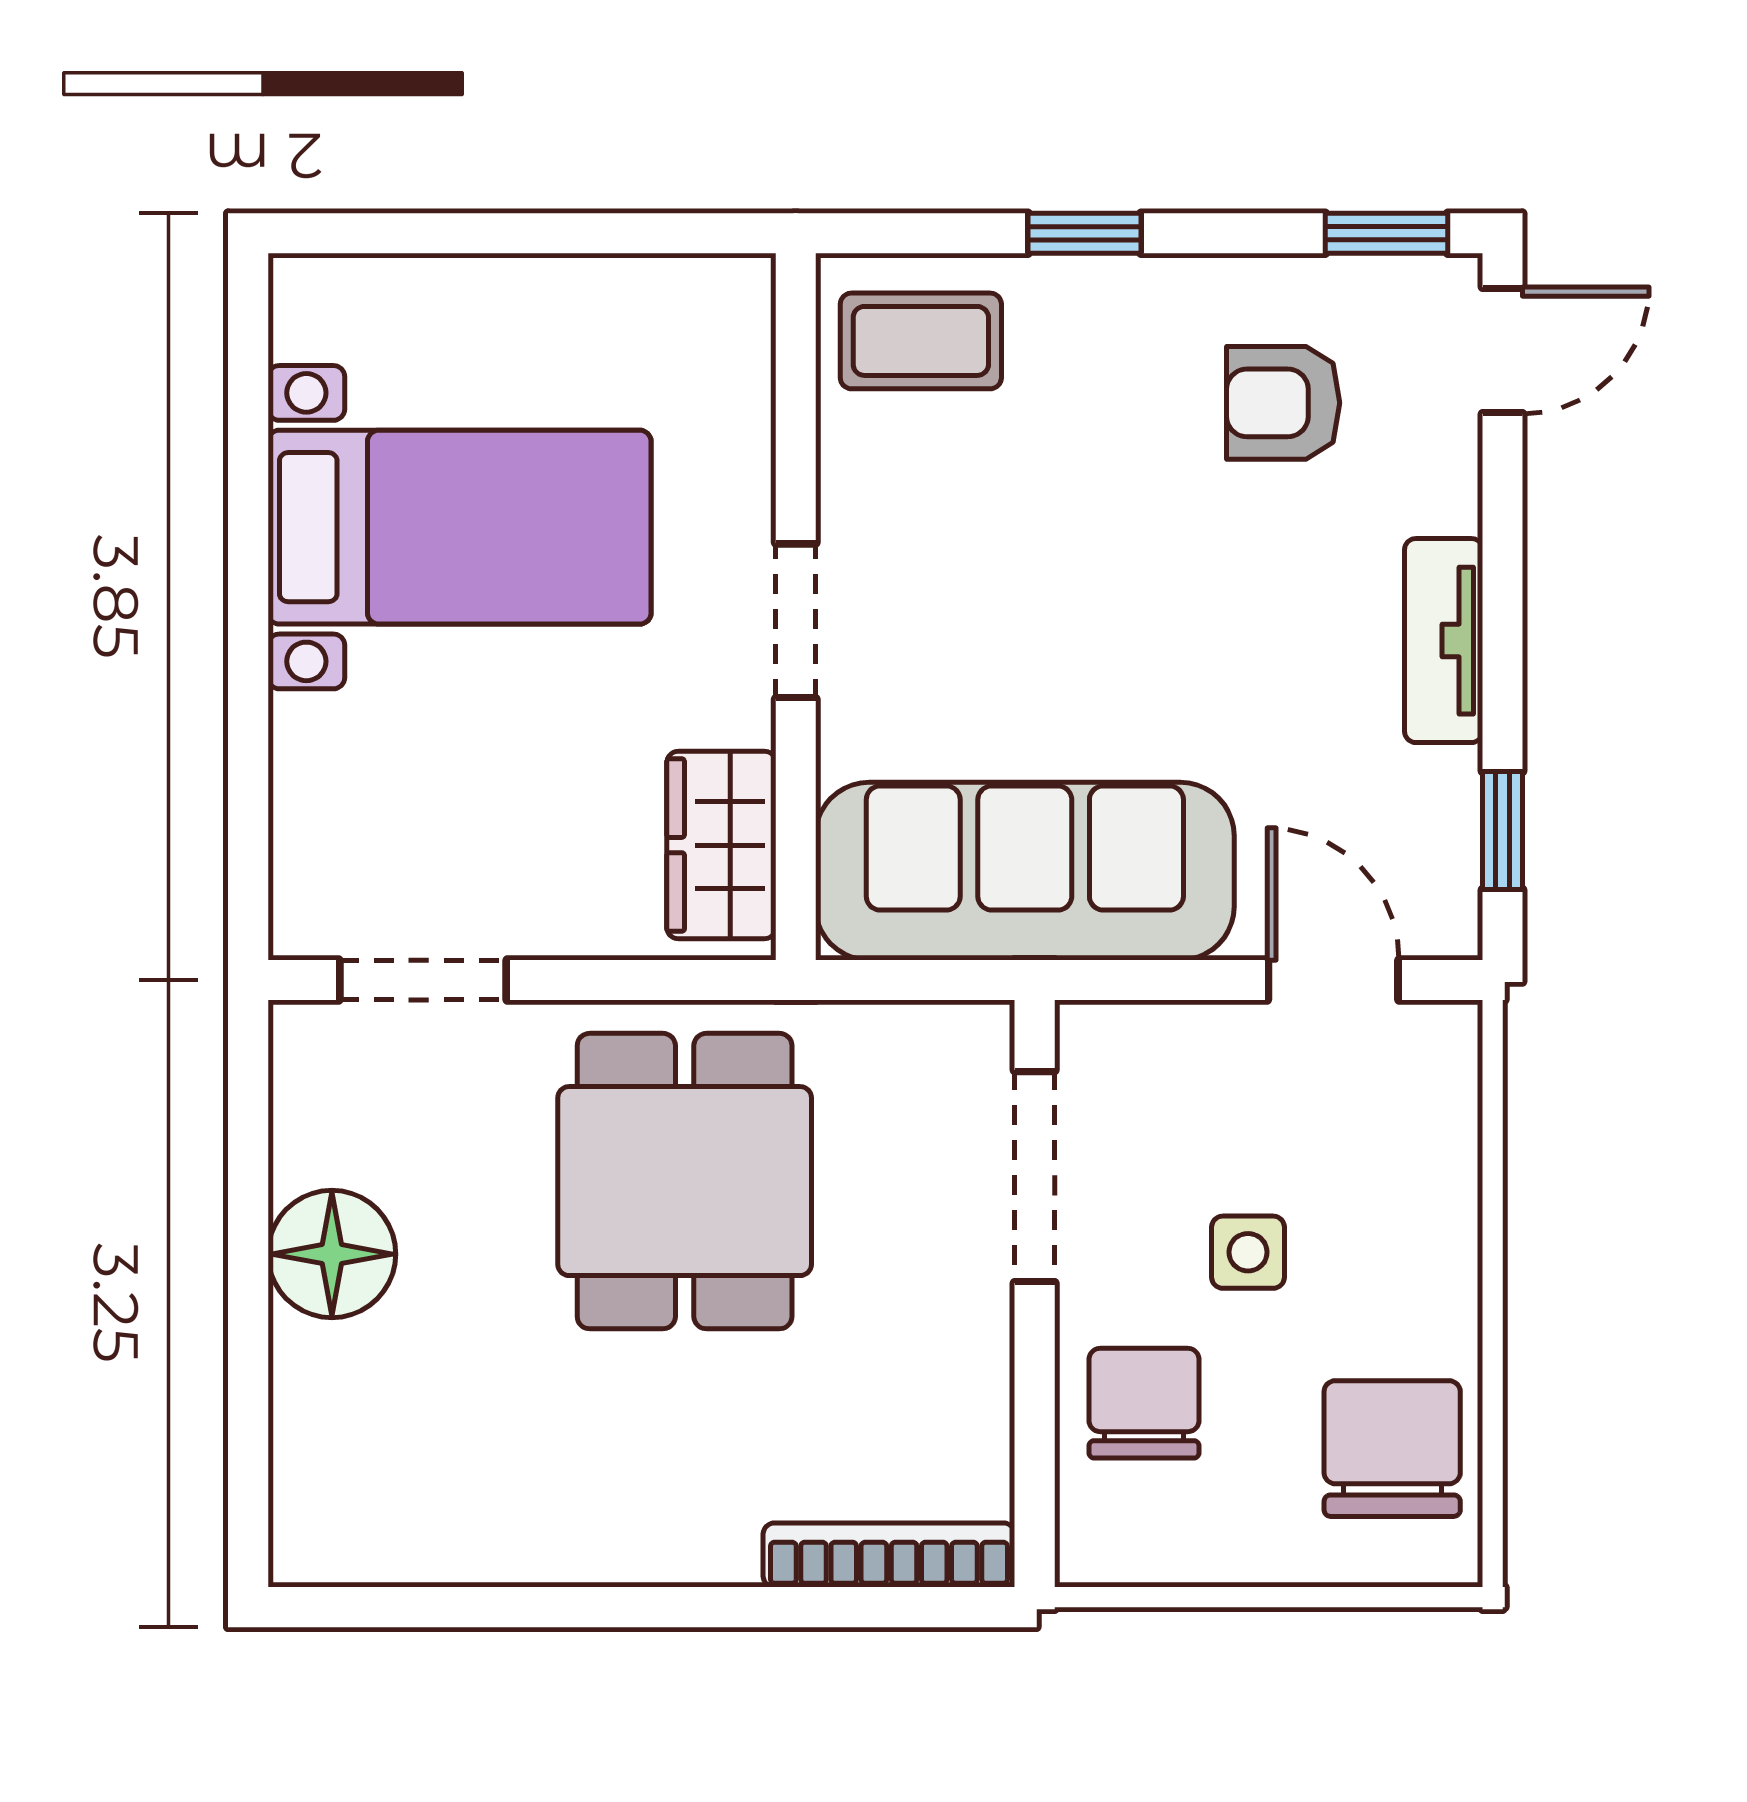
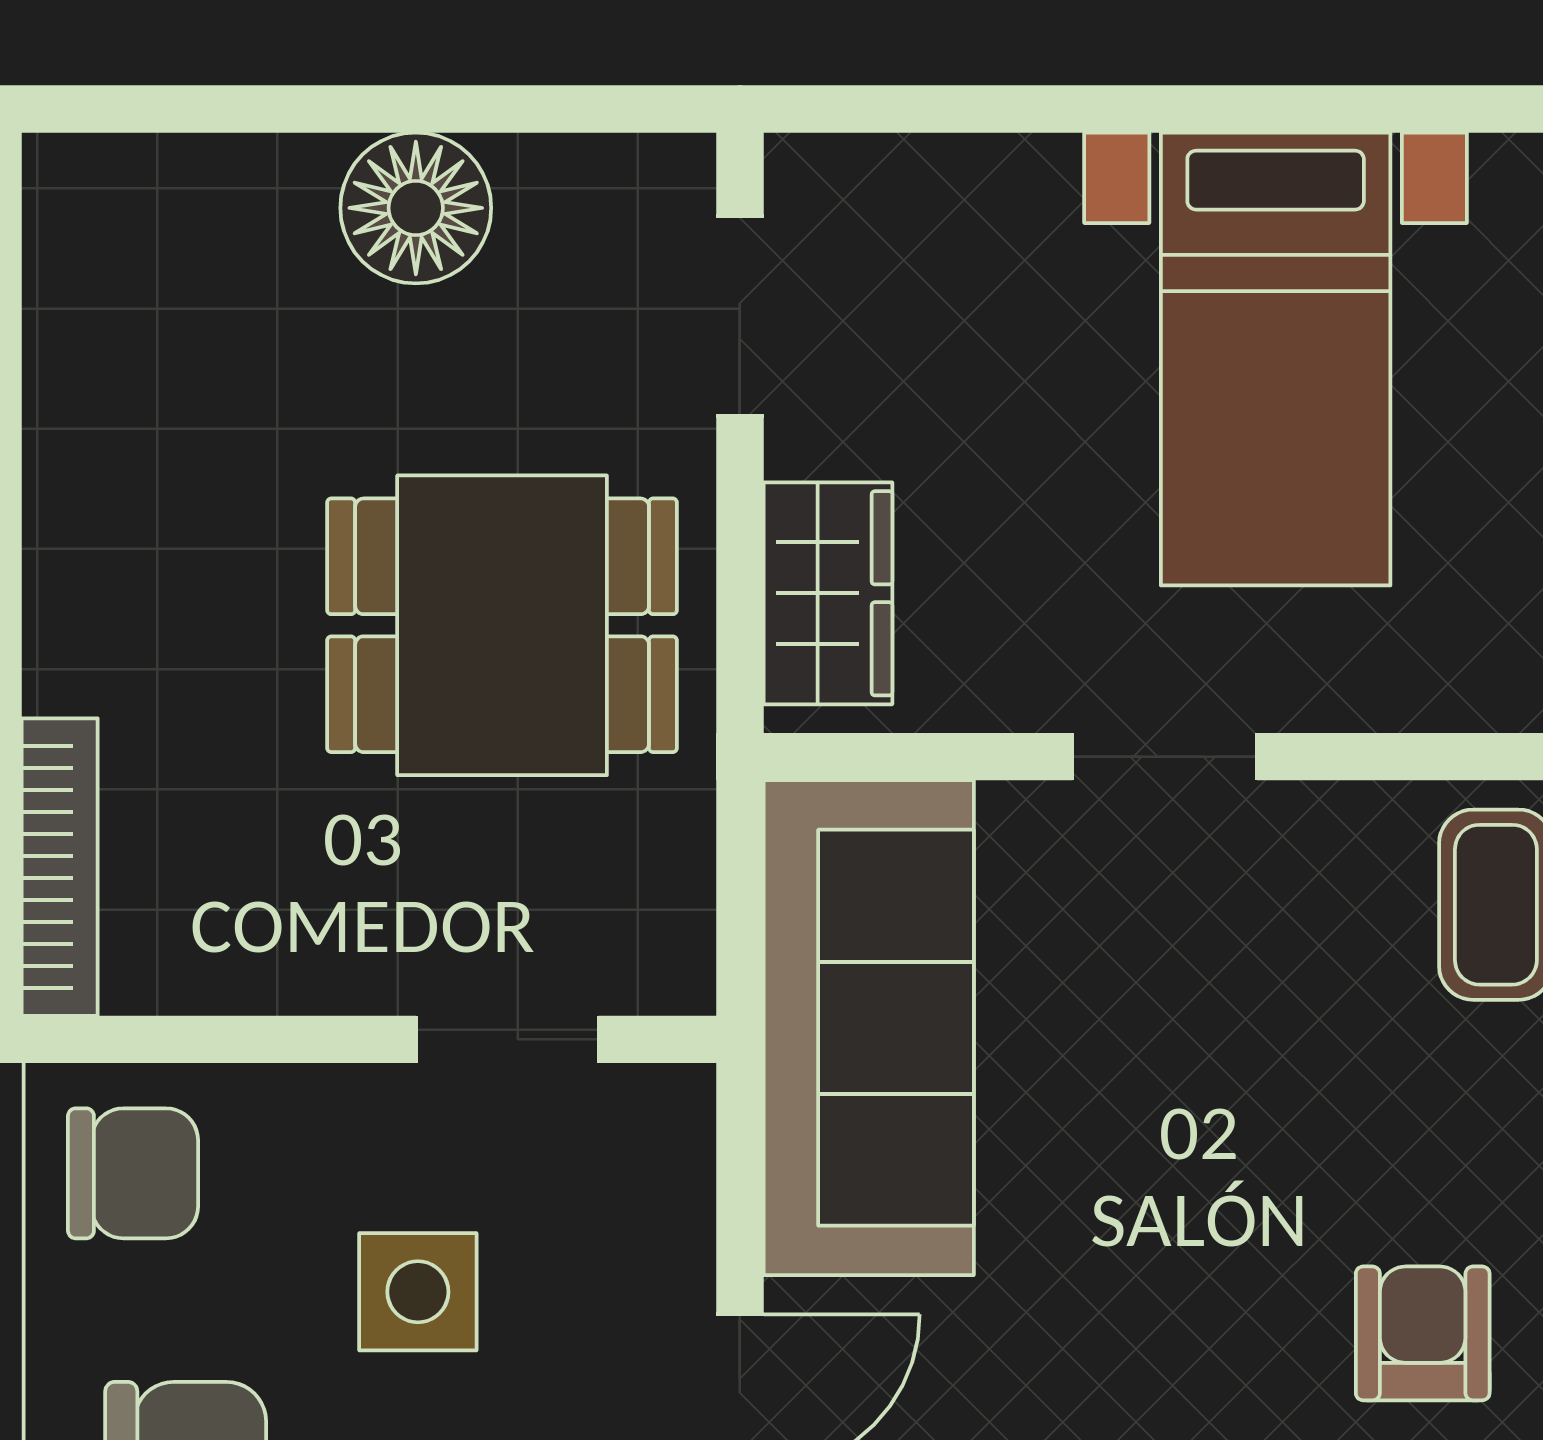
wardrobe: (721, 845) -> (828, 593), moved, turned 90
doorway: (1035, 1177) -> (507, 1039), width x0.73
side table: (1248, 1252) -> (418, 1292), width x1.37, depth x1.37
chair: (1144, 1403) -> (133, 1173), moved

